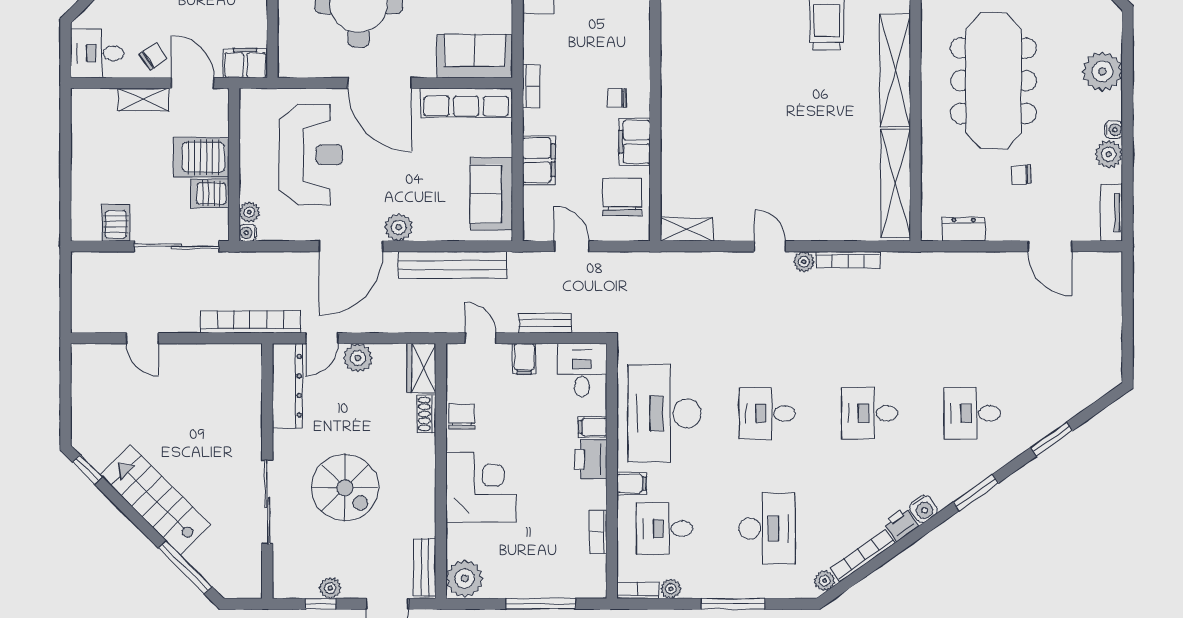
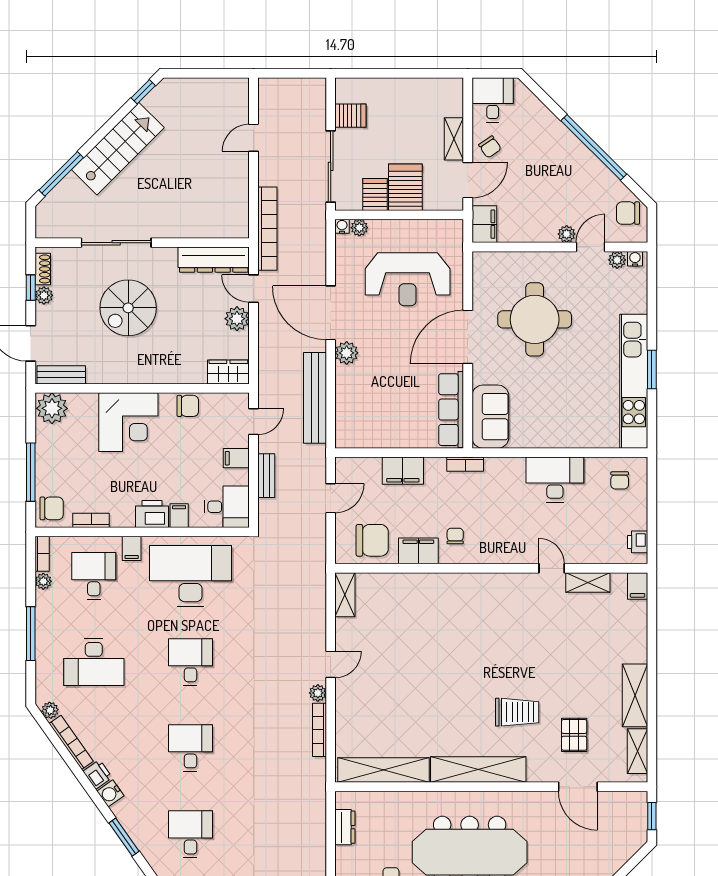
sofa: (491, 194) -> (375, 431), removed
shoe rack: (427, 414) -> (43, 269), moved, turned 90
chair: (584, 579) -> (52, 508), added

